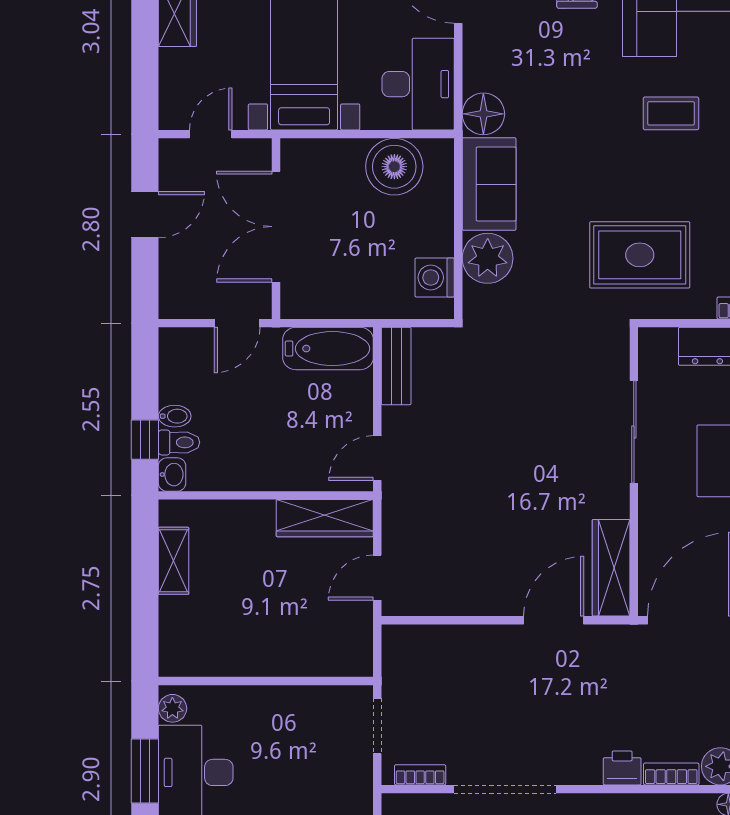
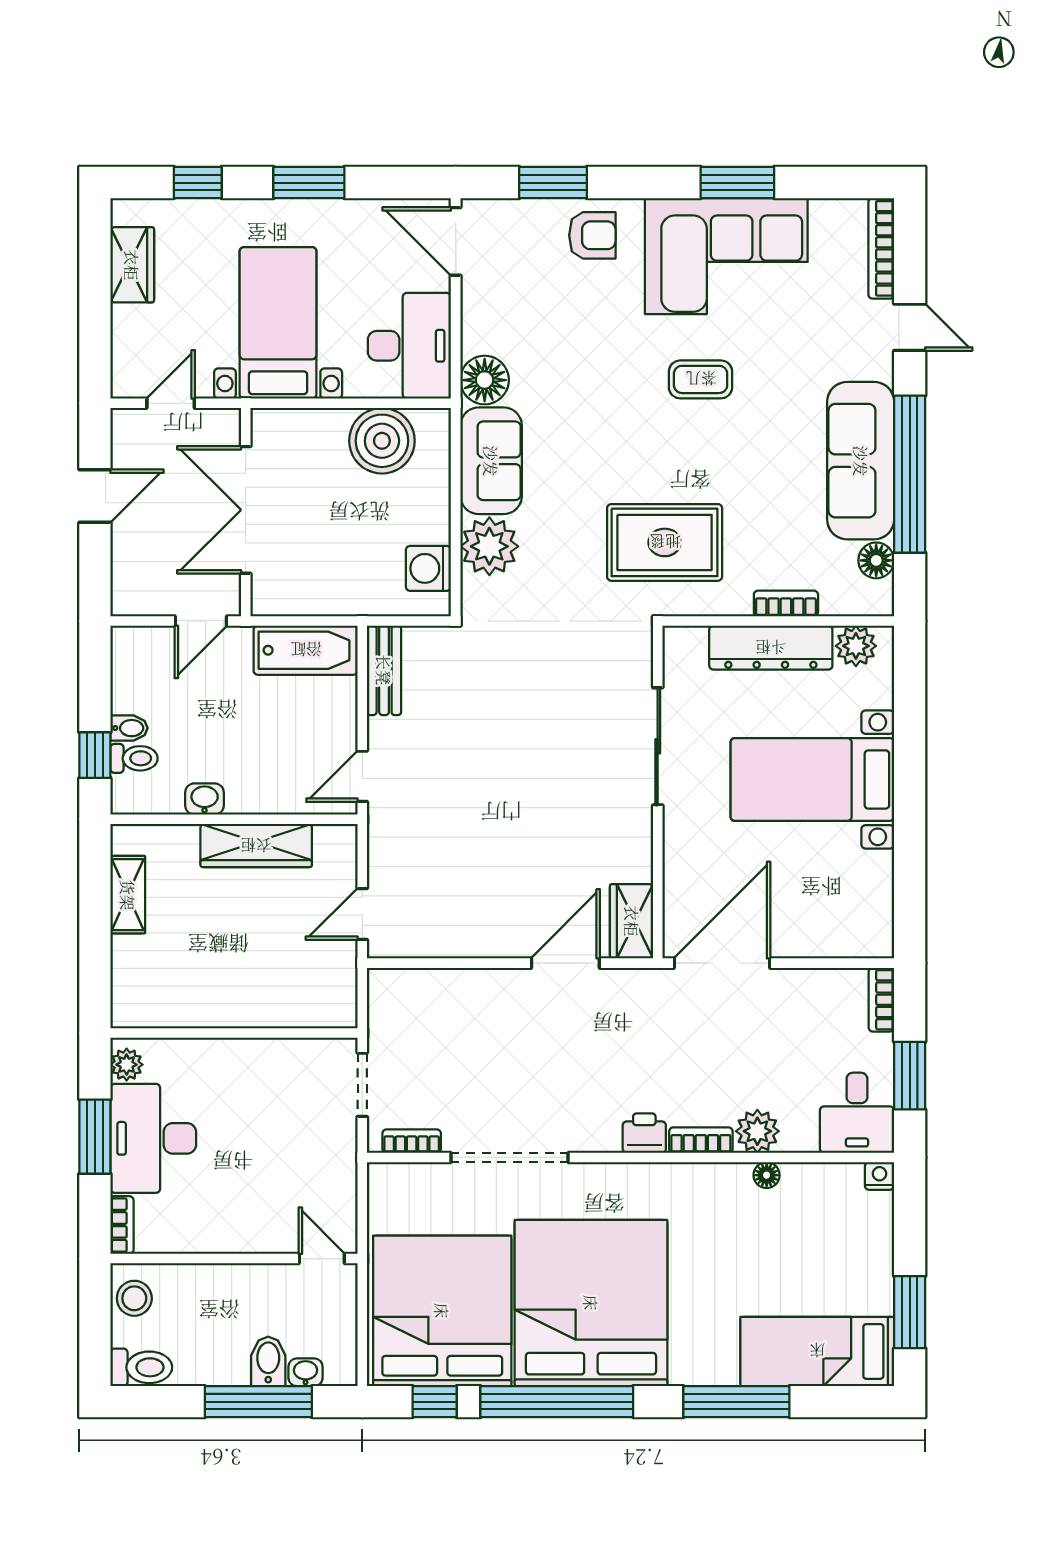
washbasin: (172, 475) -> (205, 799), moved, turned -90
wardrobe: (325, 518) -> (256, 846), moved
wardrobe: (611, 568) -> (632, 921), width x0.67

